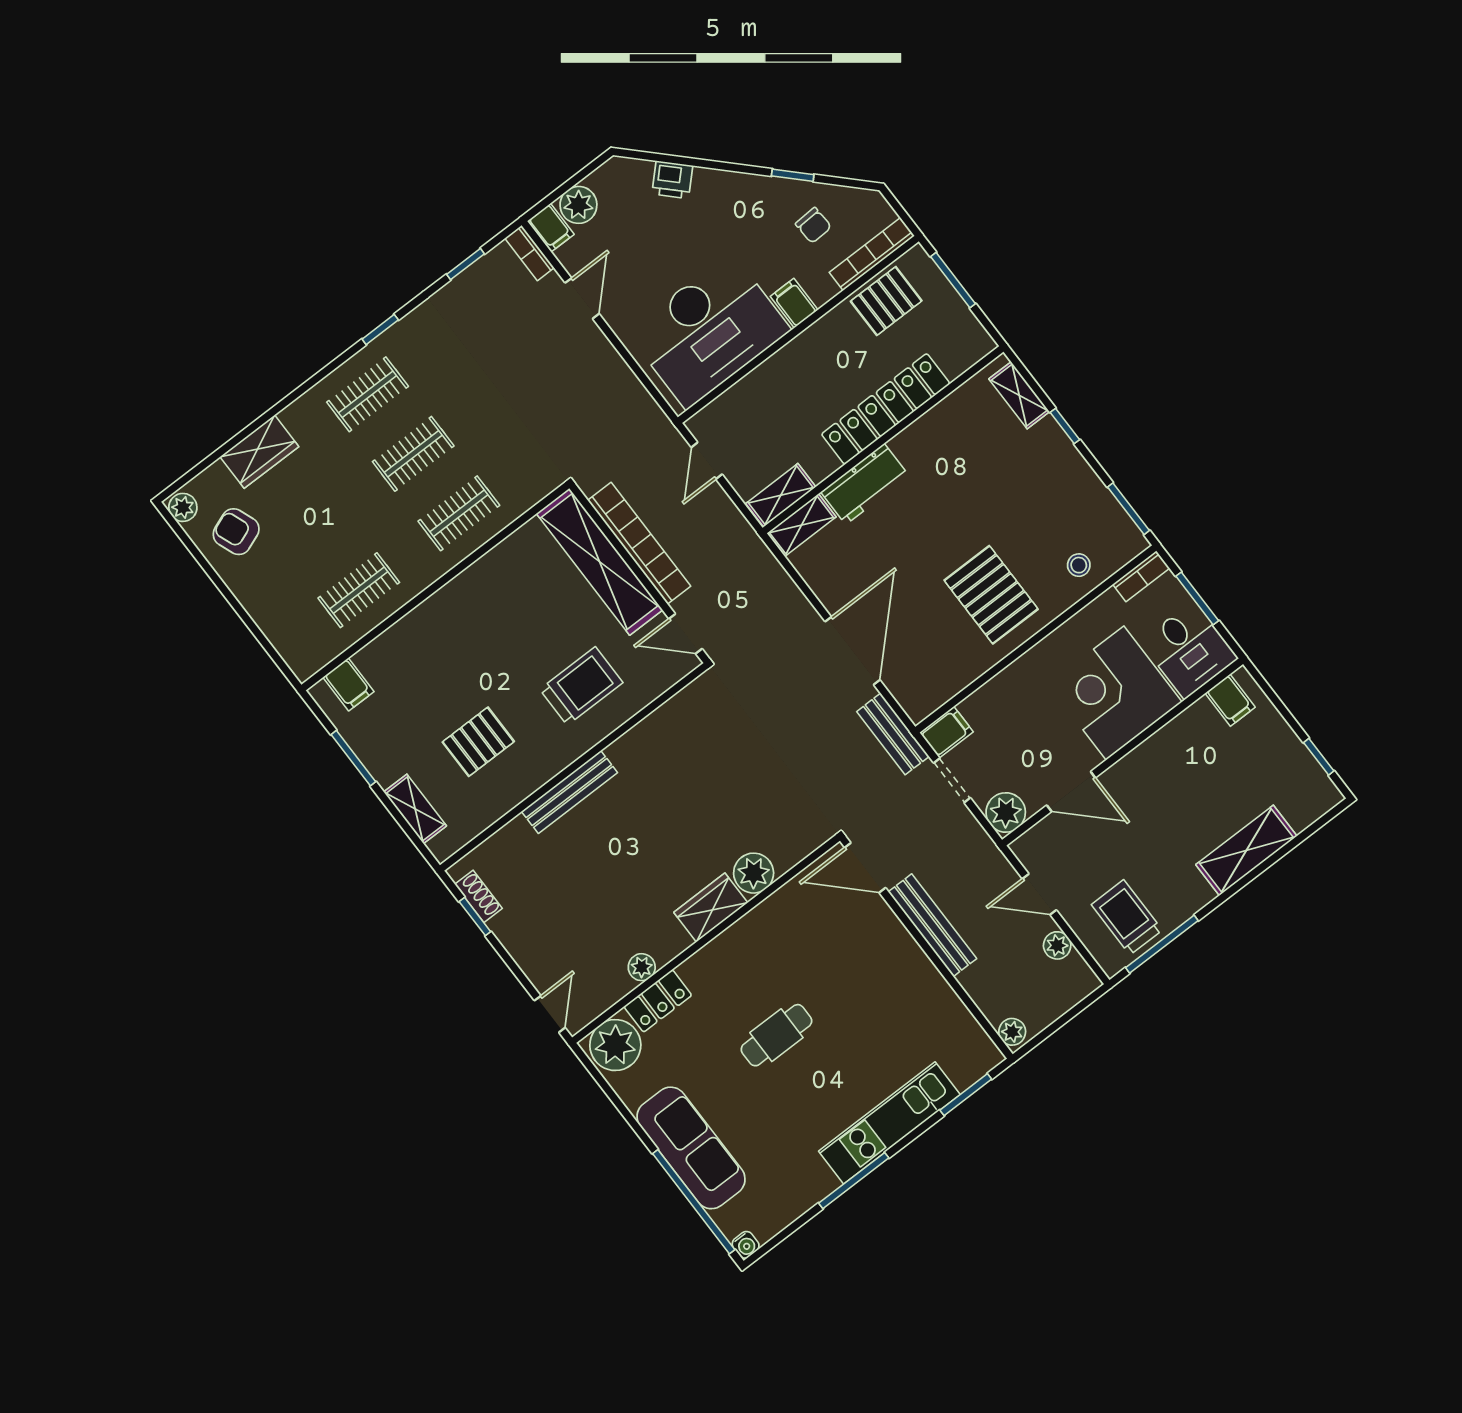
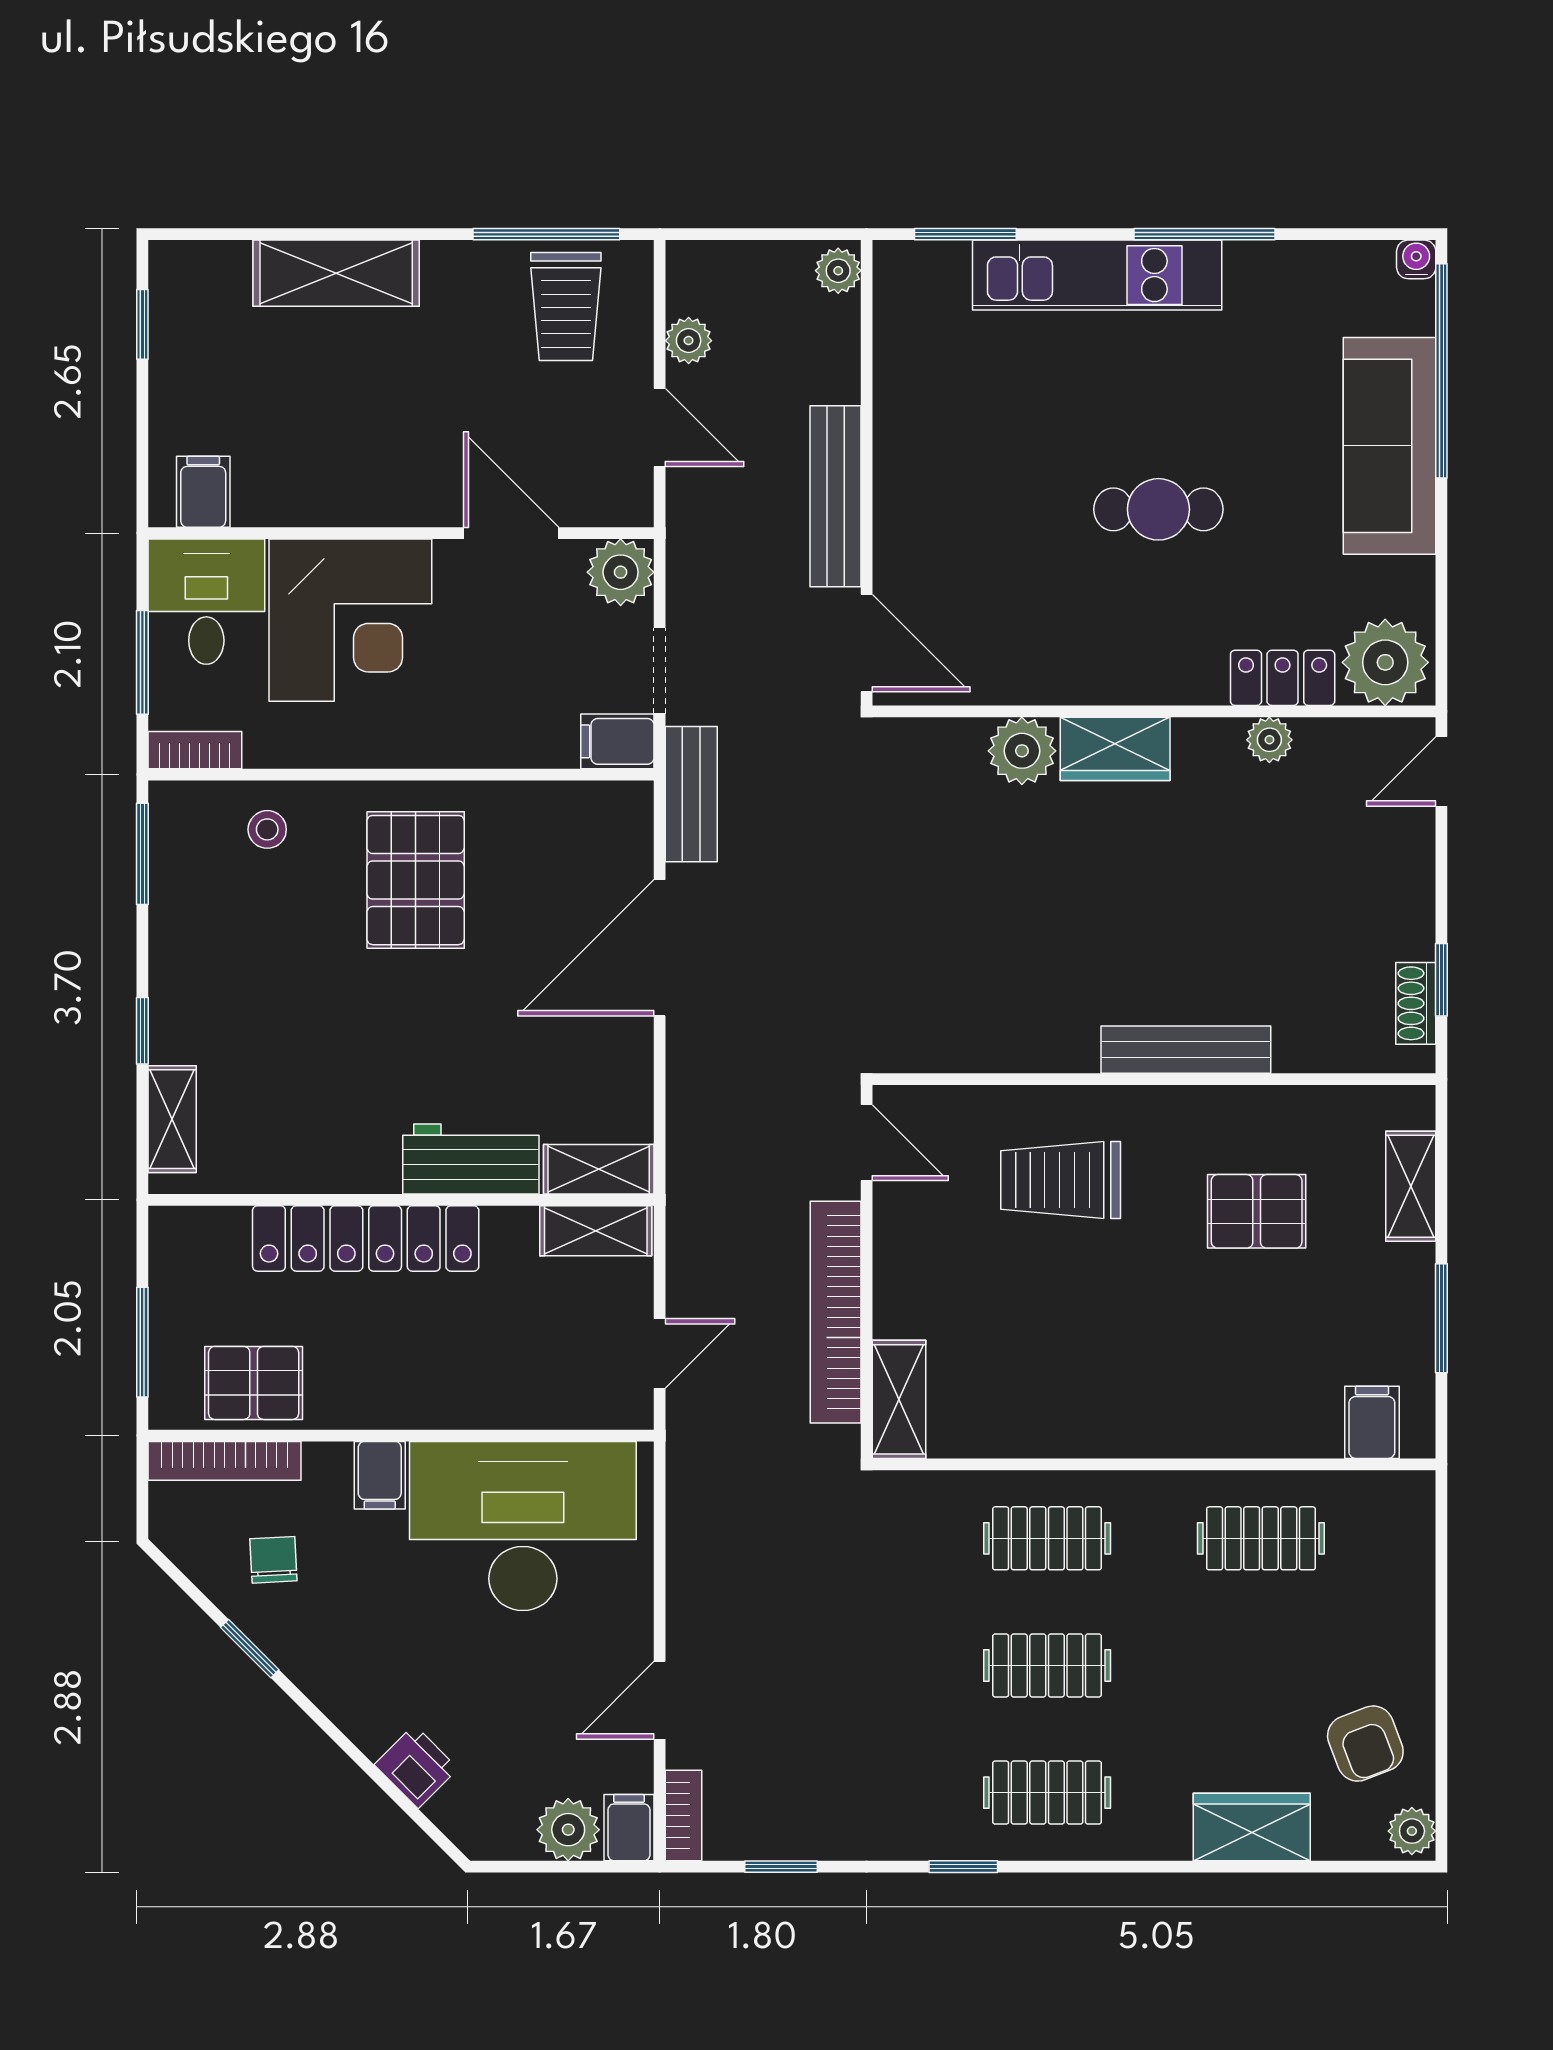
shelving: (600, 562) -> (899, 1399), width x0.45, depth x0.75

